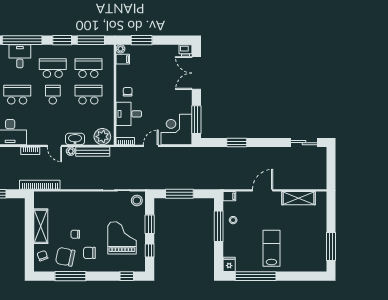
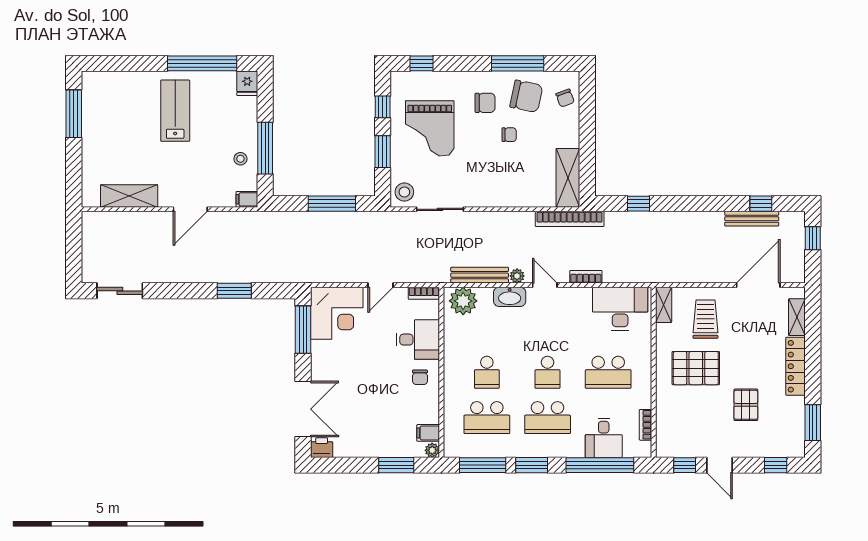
school desk: (88, 95) -> (487, 372), width x0.54
shelving: (41, 226) -> (568, 178), moved
lab bench: (271, 248) -> (175, 111), turned 180

